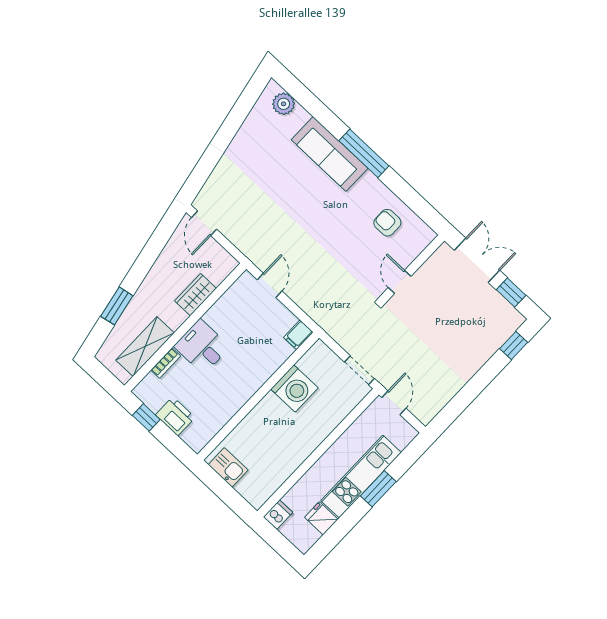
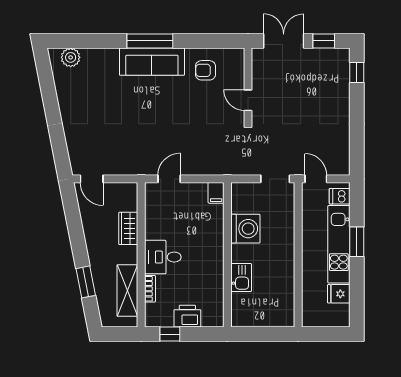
sofa: (330, 154) -> (152, 62), moved
door: (270, 285) -> (169, 179), hinge flipped
kitchen sink: (228, 467) -> (241, 278), moved, turned 90
dishwasher: (278, 515) -> (340, 196), moved, turned -90

